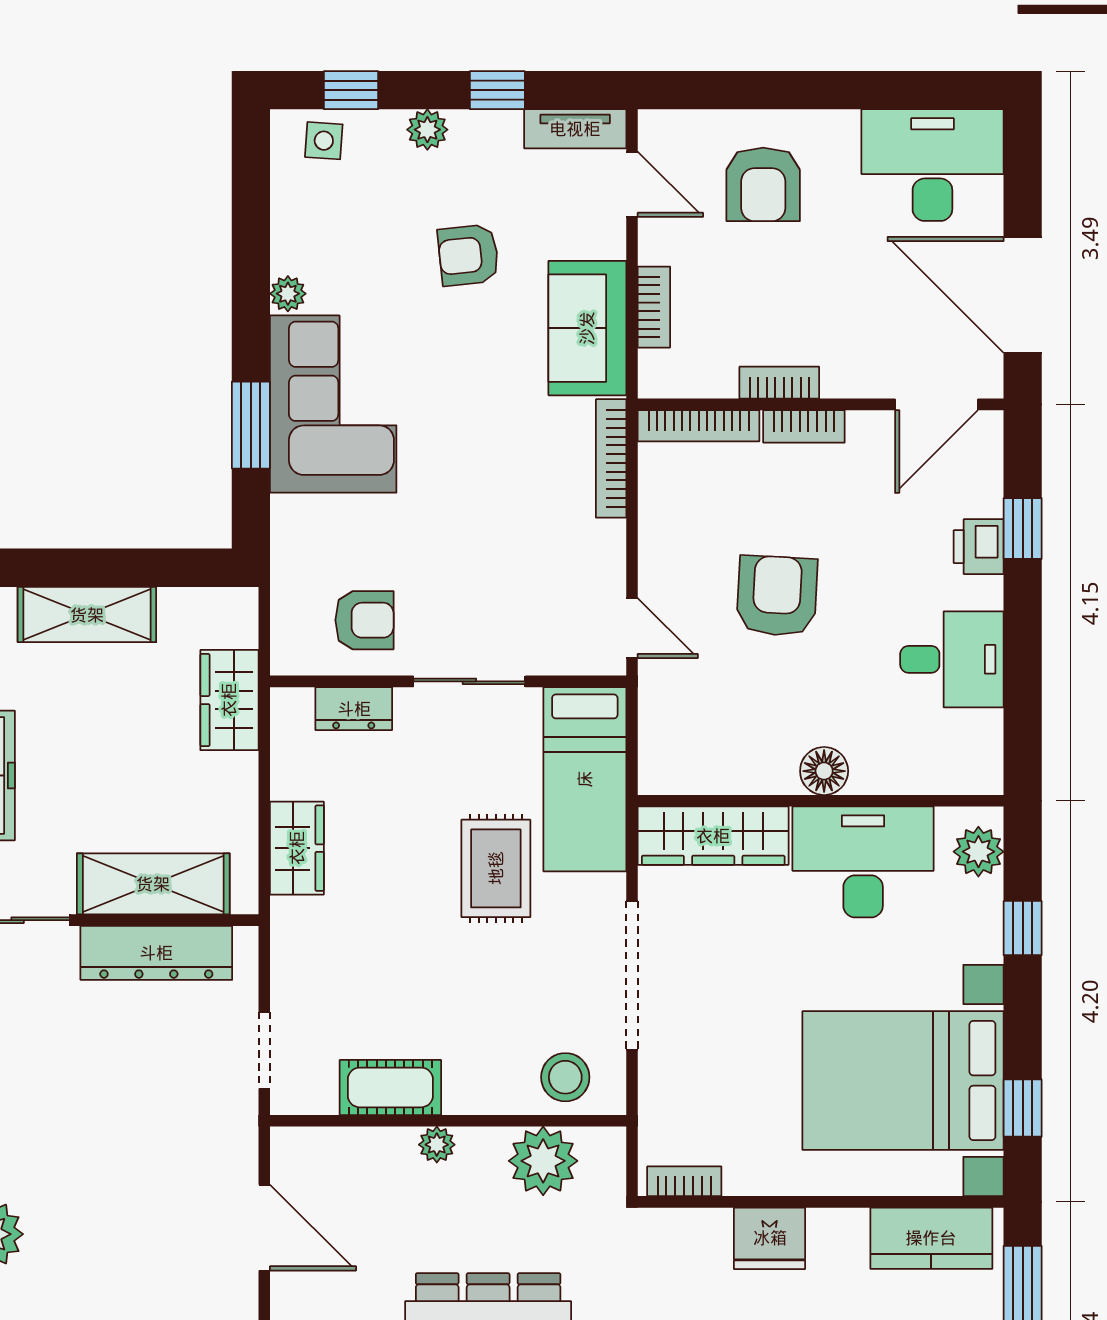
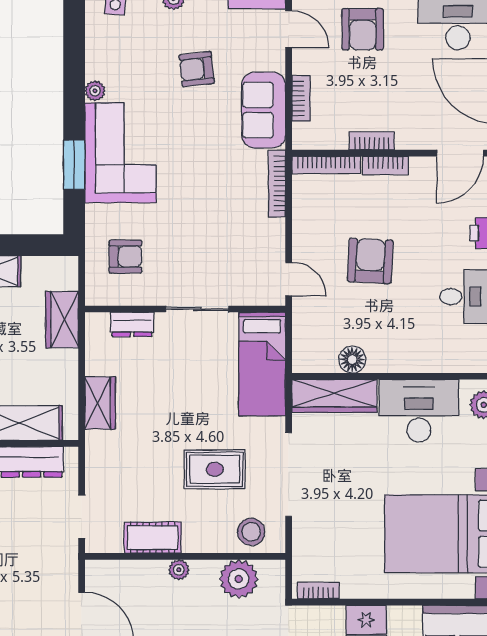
armchair: (364, 620) -> (125, 257), moved
floor lamp: (824, 771) -> (352, 359), moved
rug: (496, 868) -> (215, 469), moved, turned 90

